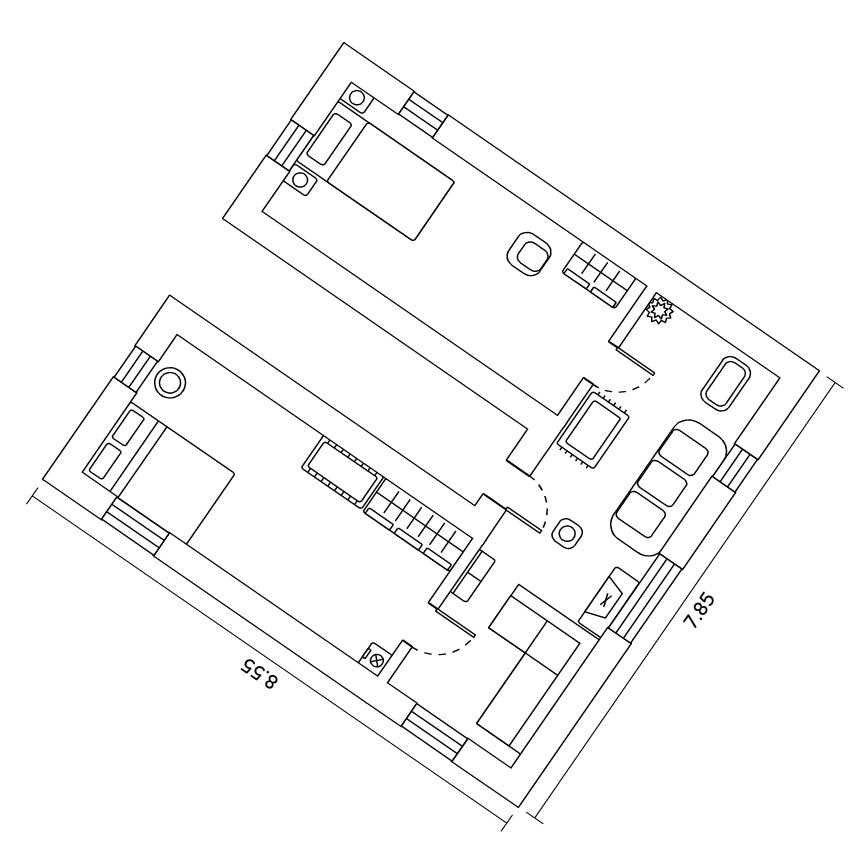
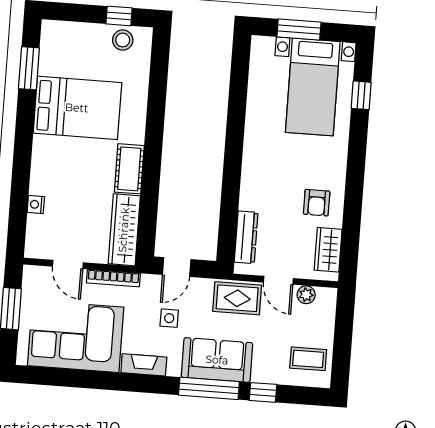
window: (290, 145) -> (299, 29), width x1.50
plant: (660, 310) -> (306, 295), moved
dresser: (520, 372) -> (246, 237), added
bed: (158, 473) -> (77, 108), moved, turned -90
sofa: (669, 488) -> (217, 360), width x0.73
bookcase: (473, 576) -> (113, 278), width x1.56
window: (645, 598) -> (209, 388), moved
nightstand: (375, 660) -> (36, 204), moved, turned 90

